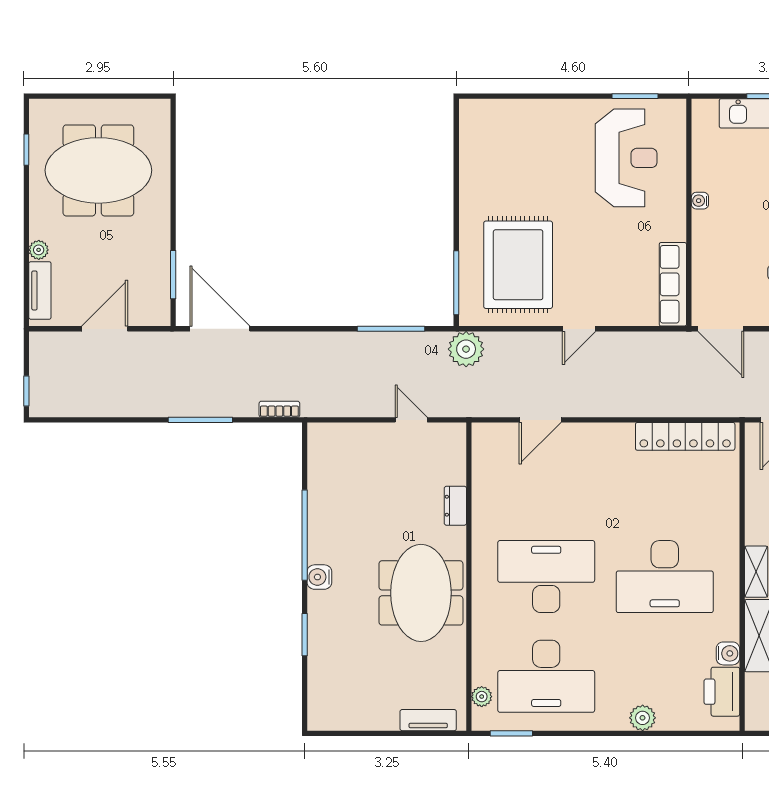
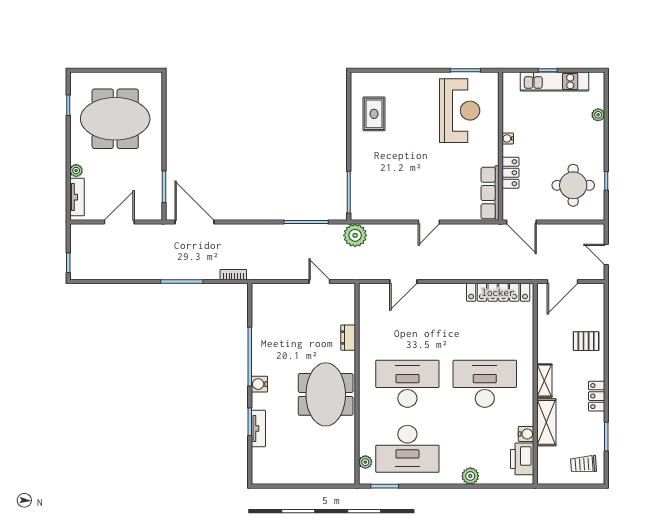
locker: (704, 253) -> (511, 173), added
rug: (518, 265) -> (374, 114), moved, width x0.54, depth x0.49
desk: (665, 577) -> (485, 384), turned 180
tv unit: (428, 720) -> (258, 429), moved, turned 90

